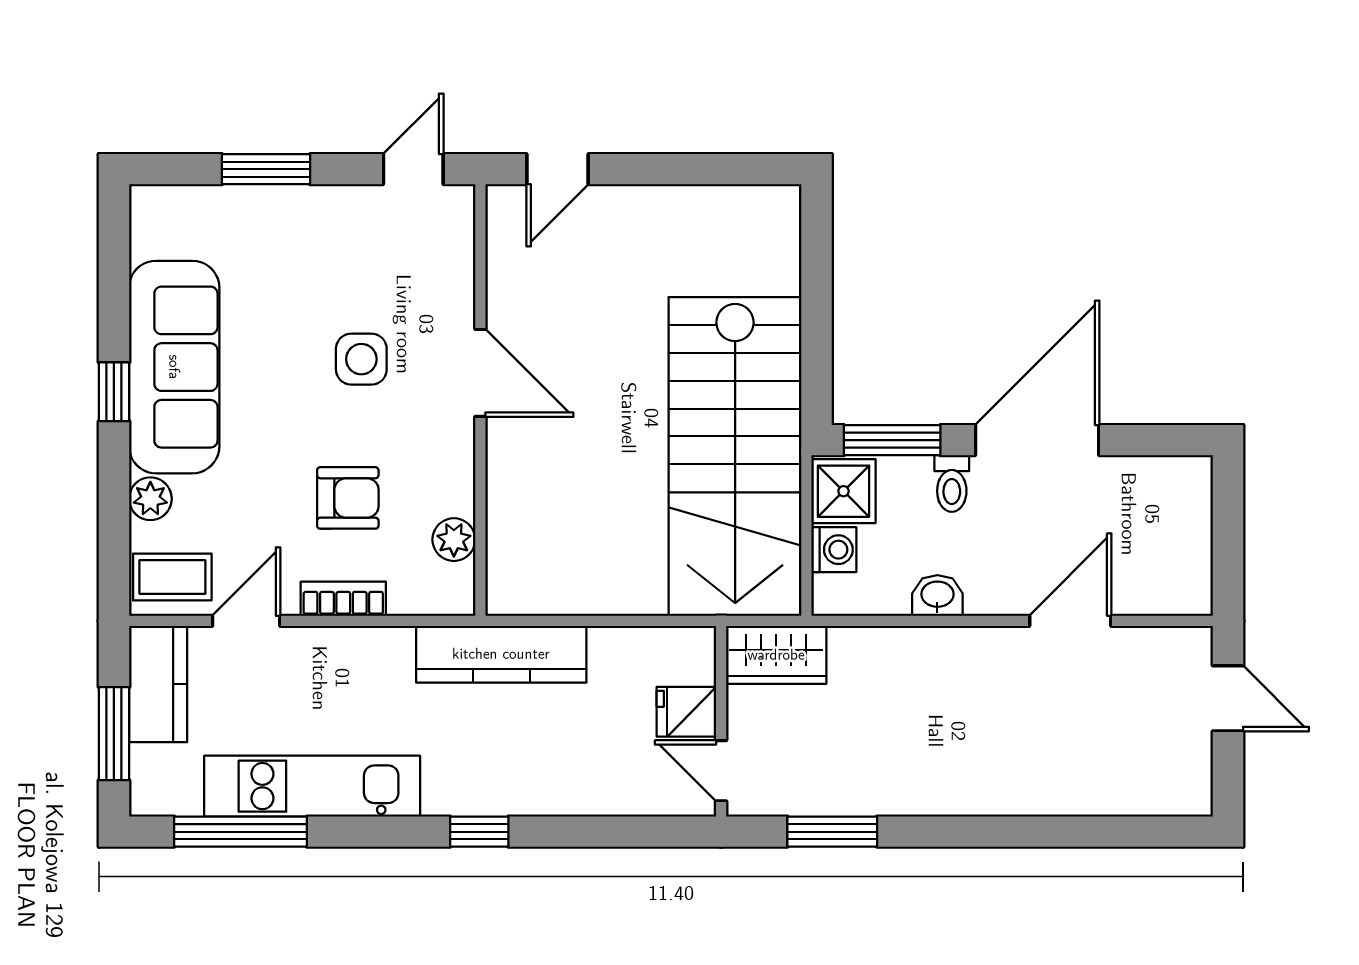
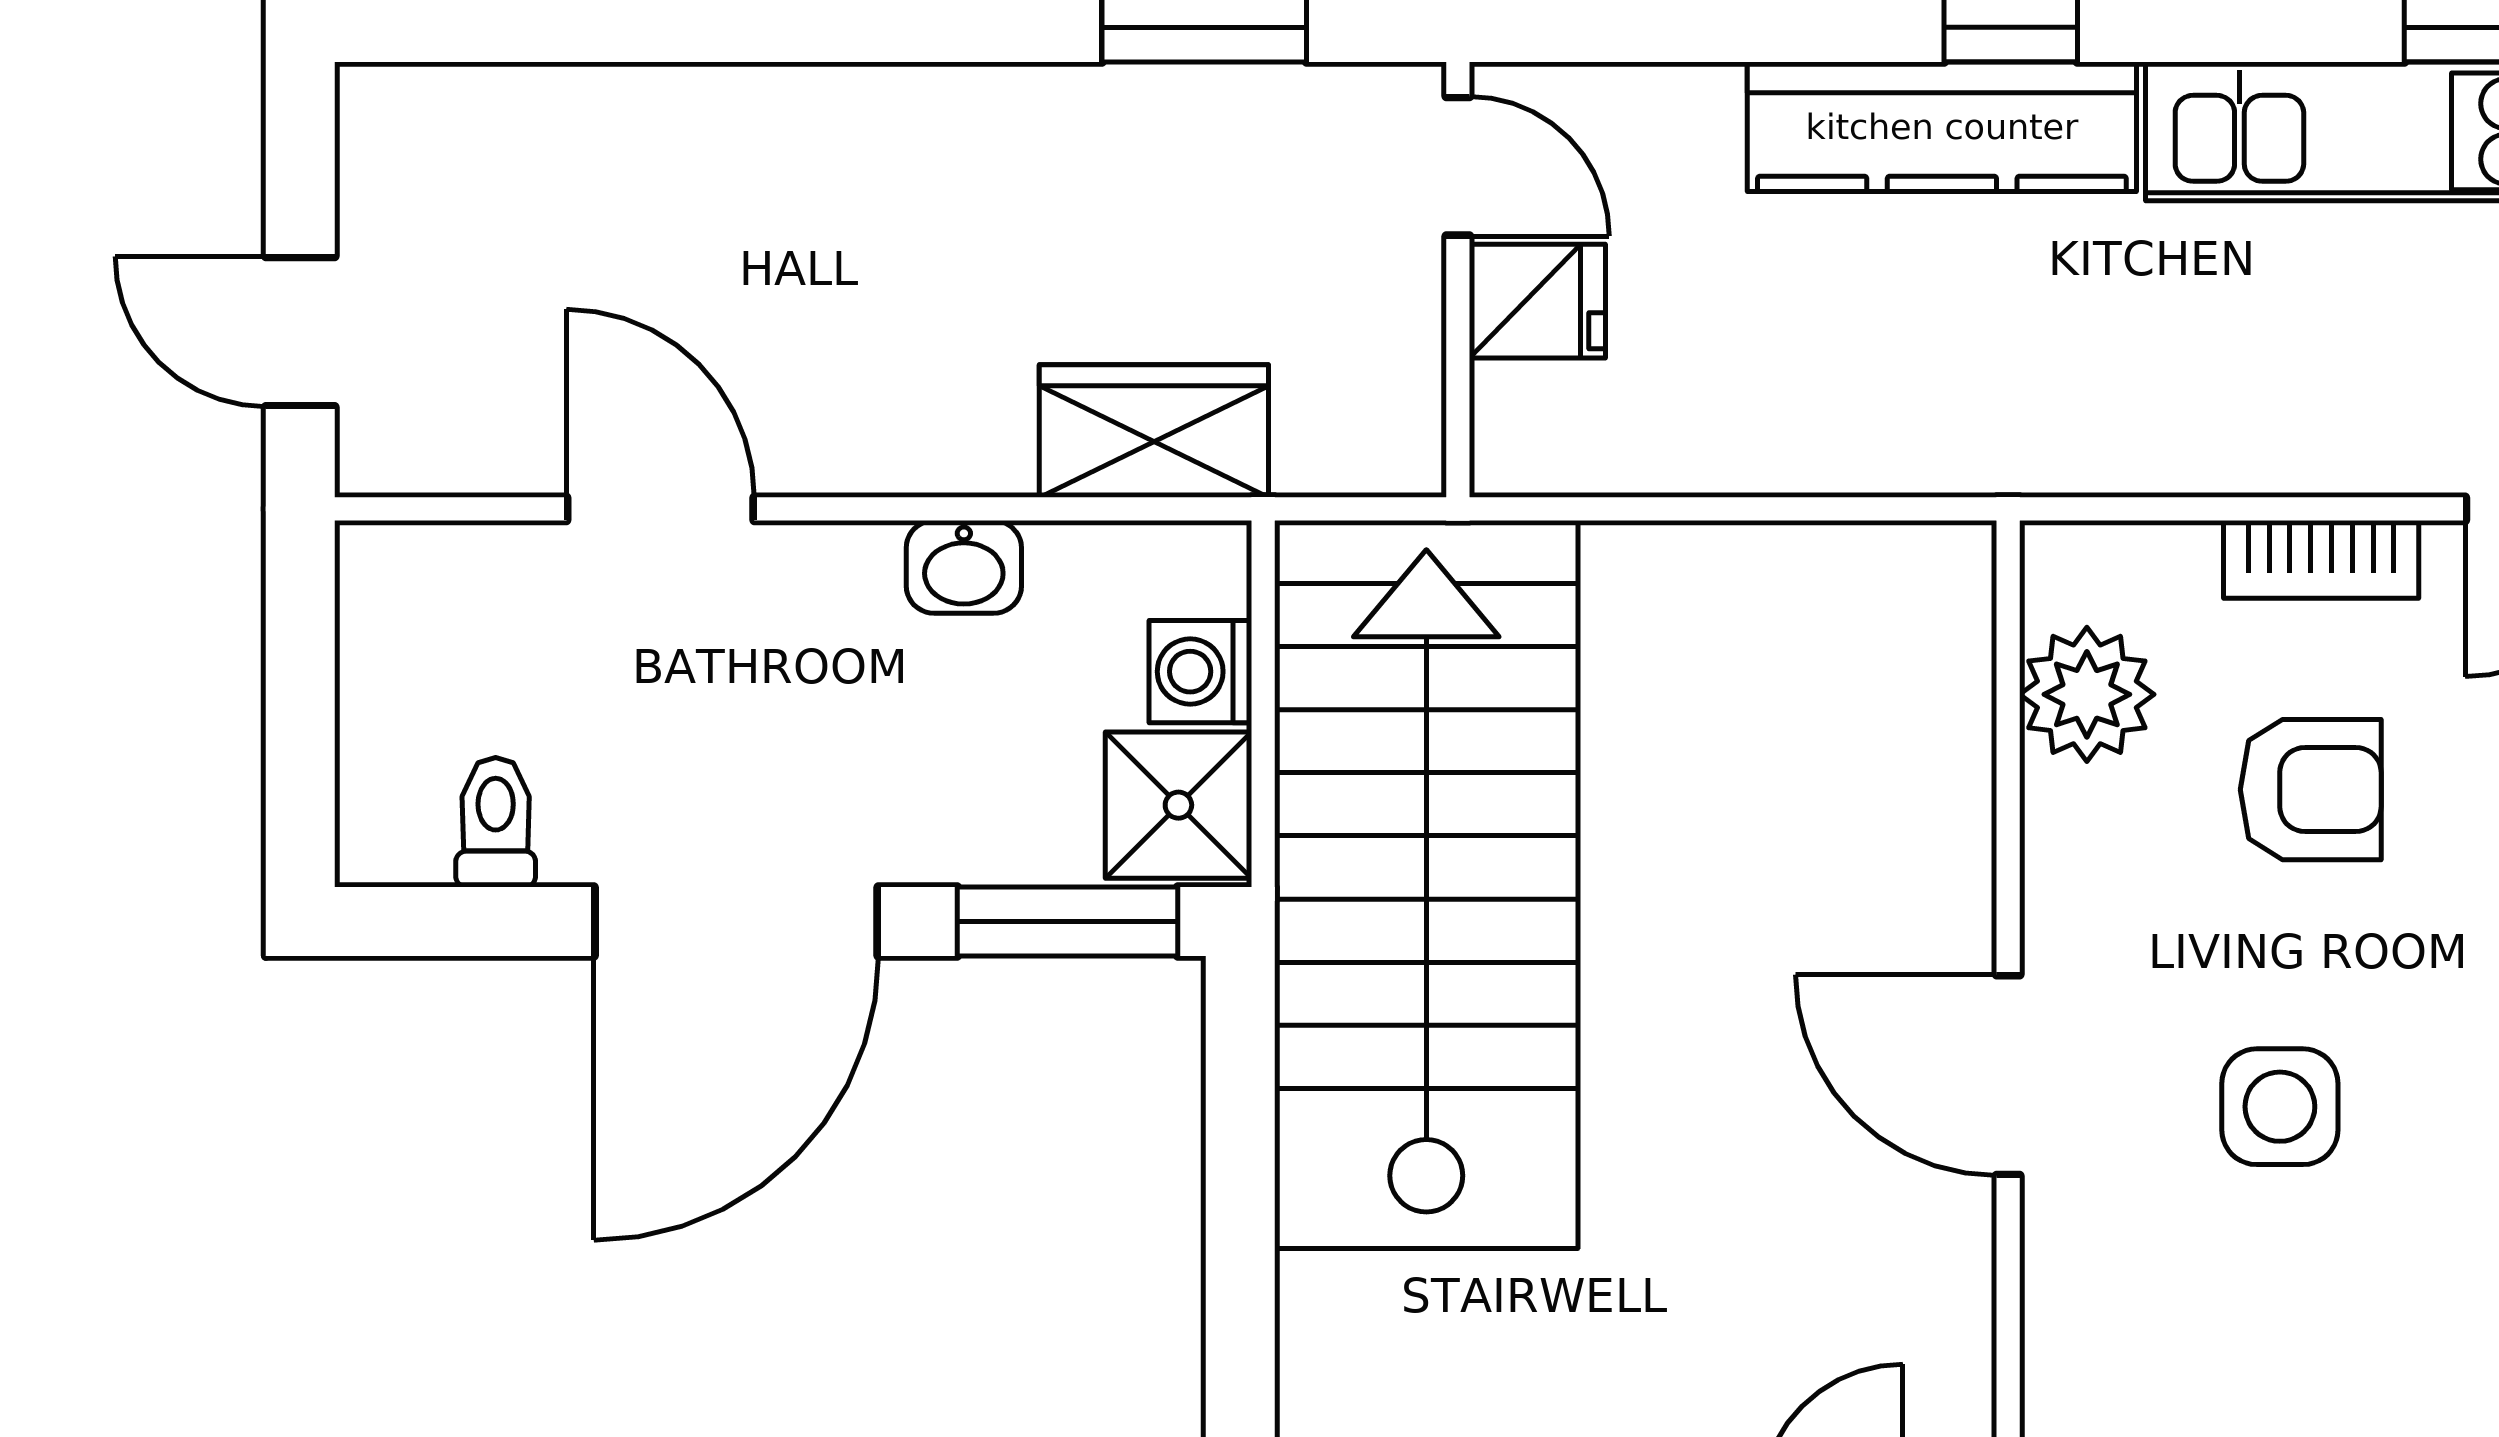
toilet: (952, 484) -> (496, 822), moved
armchair: (348, 498) -> (2311, 790), turned 180
plant: (454, 540) -> (2087, 694), width x1.38, depth x1.38
door: (1070, 621) -> (660, 509), swing flipped
kitchen counter: (501, 654) -> (1942, 127), moved, turned 180
wardrobe: (776, 655) -> (1154, 431), moved

